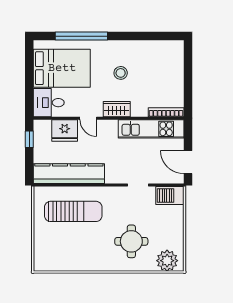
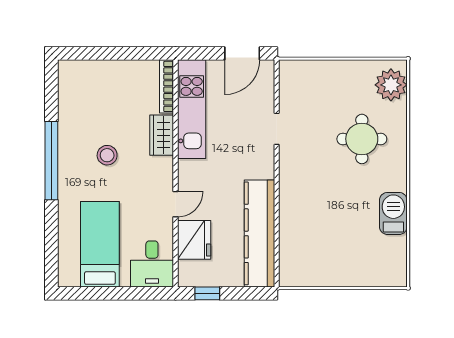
window: (81, 36) -> (51, 161), moved
bed: (62, 68) -> (100, 244), width x0.67
wardrobe: (117, 109) -> (162, 135), moved
barbecue: (170, 196) -> (393, 213), moved, turned 180
sun lounger: (73, 211) -> (317, 227), removed

